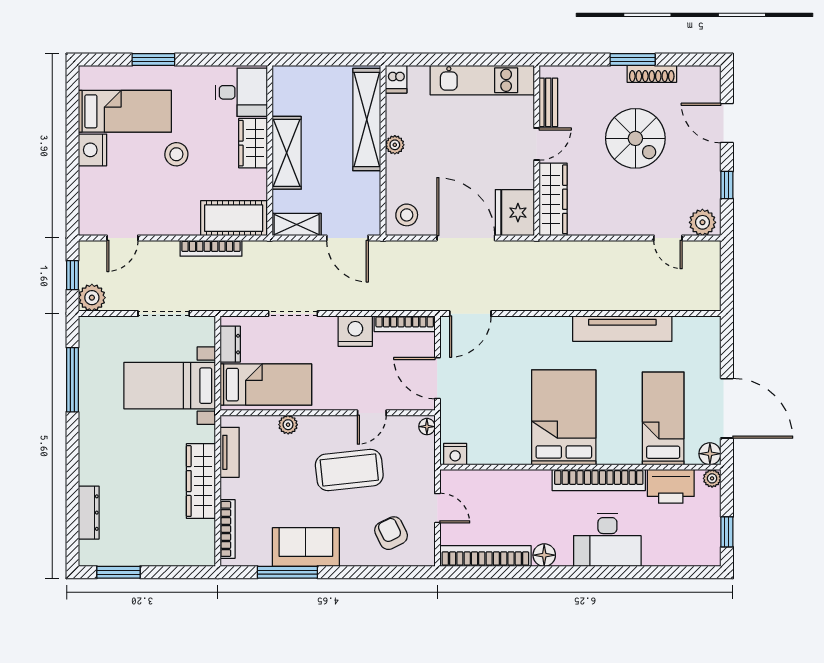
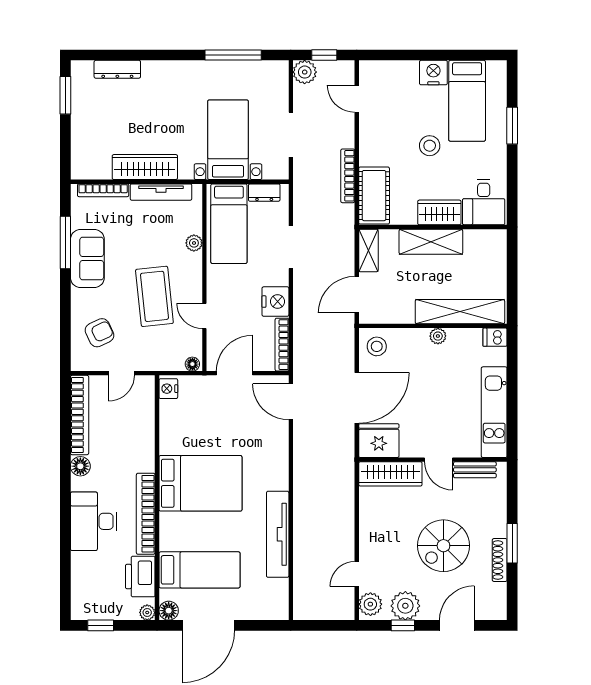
plant: (704, 182) -> (405, 606), added
tv unit: (230, 452) -> (161, 192), width x1.41

